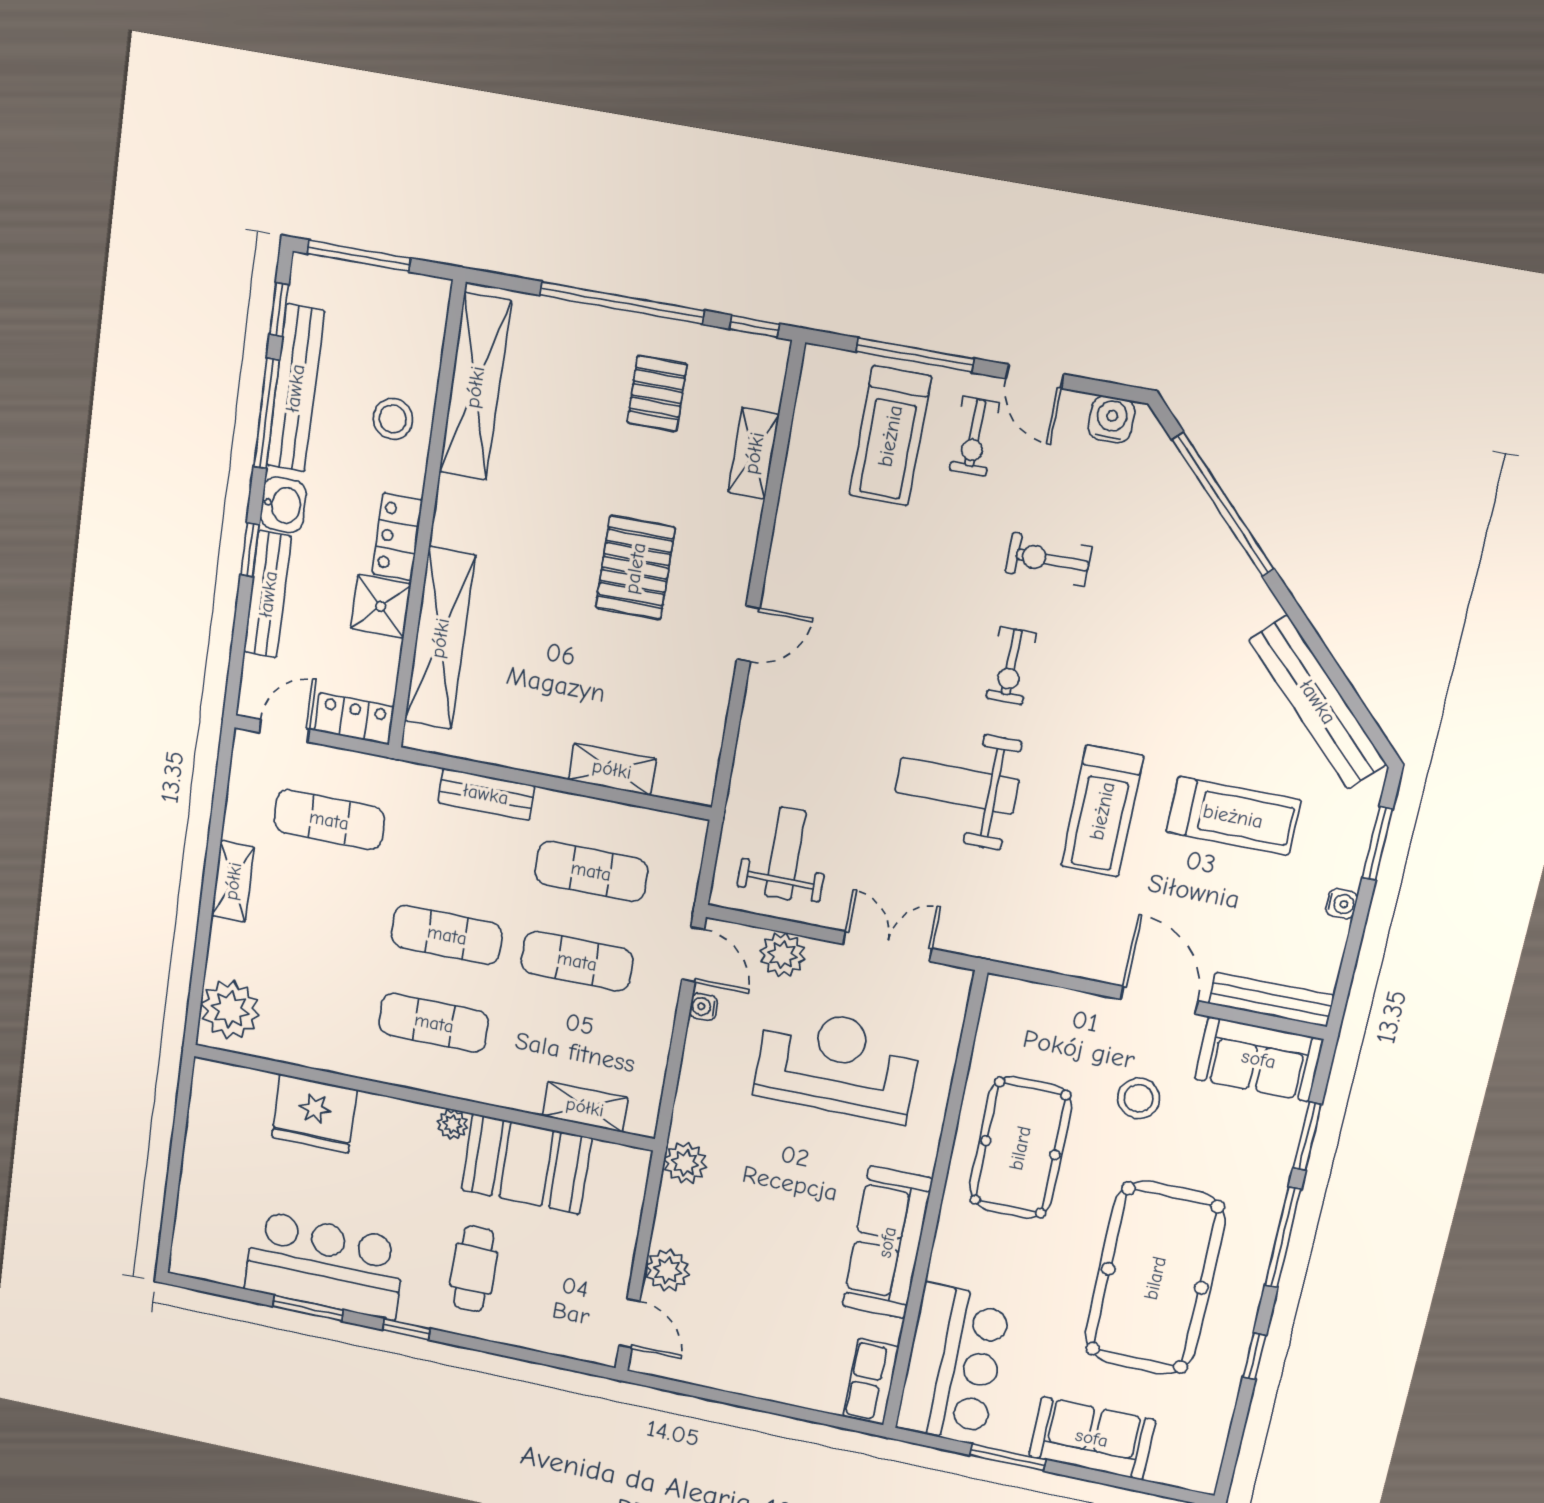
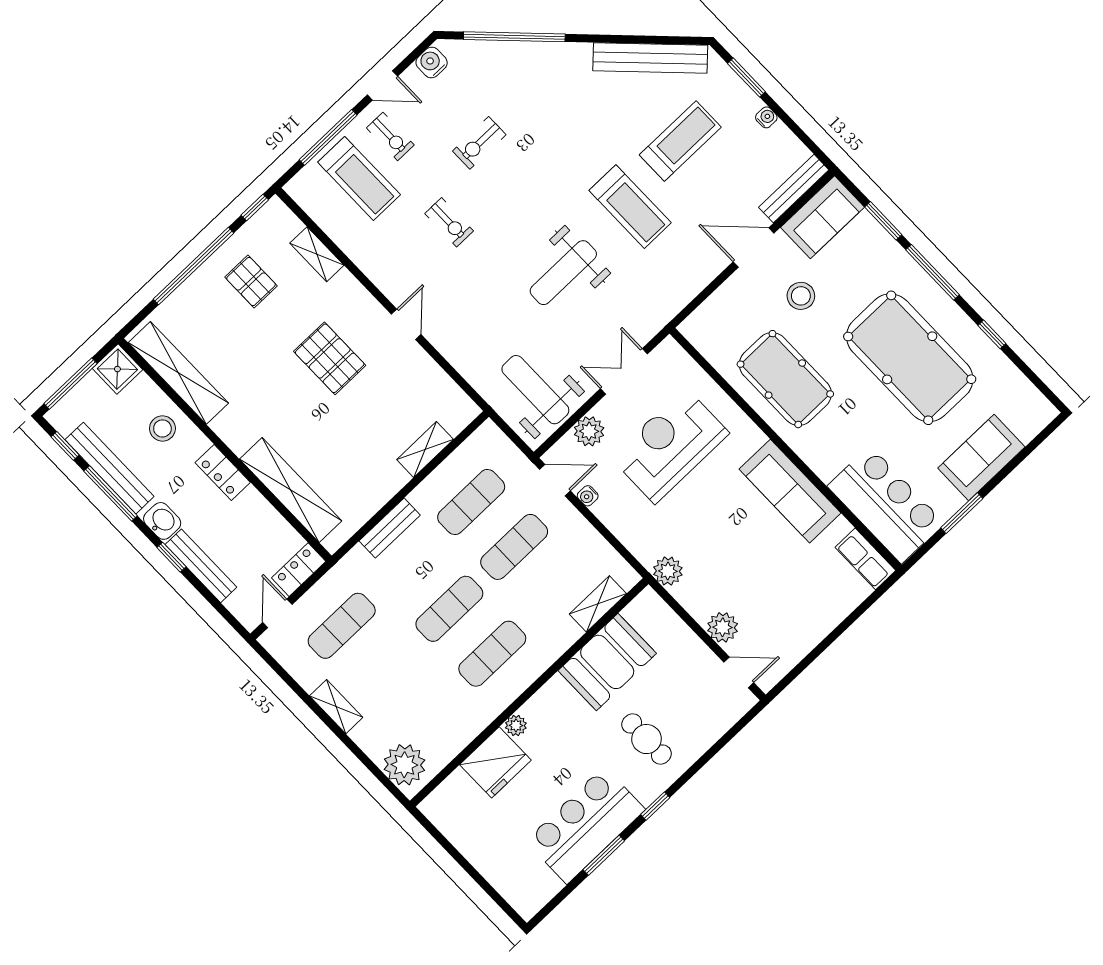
shower: (381, 606) -> (117, 369), moved
exercise bike: (1011, 666) -> (449, 222), moved
weight bench: (785, 854) -> (535, 390), width x1.36, depth x1.33
plant: (452, 1124) -> (516, 725), moved

